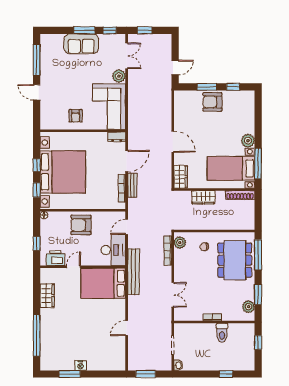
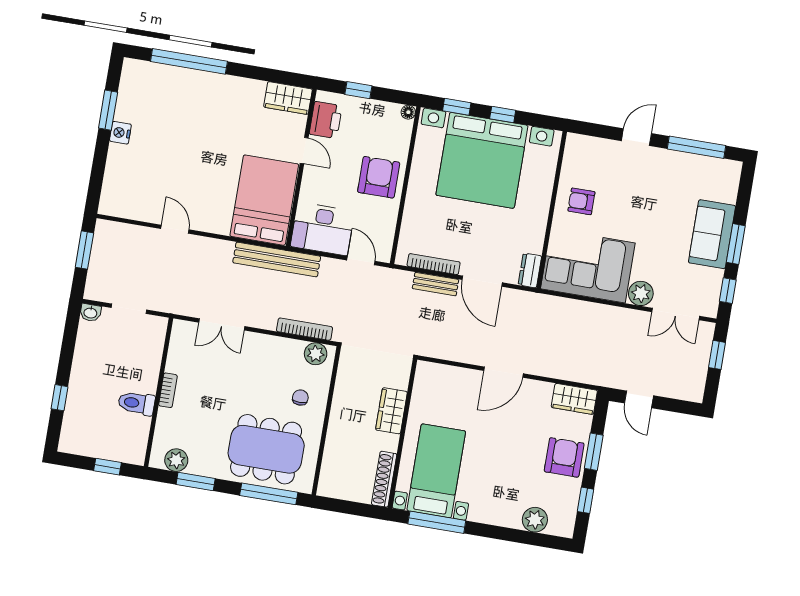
plant: (248, 141) -> (535, 520), moved
wardrobe: (181, 177) -> (574, 399), moved
wardrobe: (47, 296) -> (288, 98), moved

